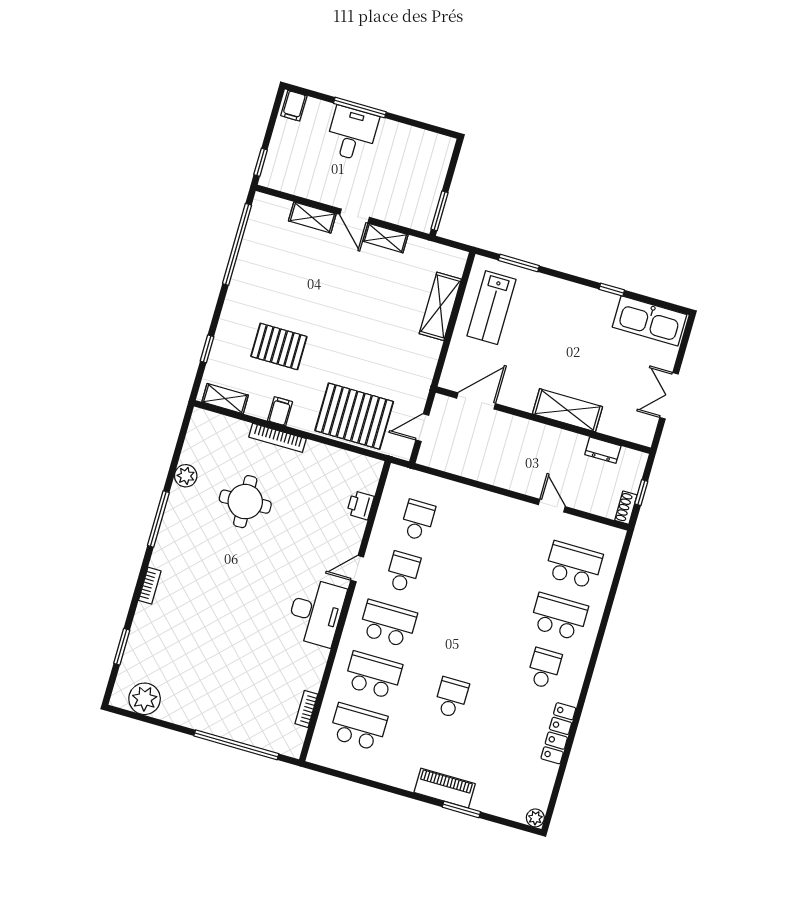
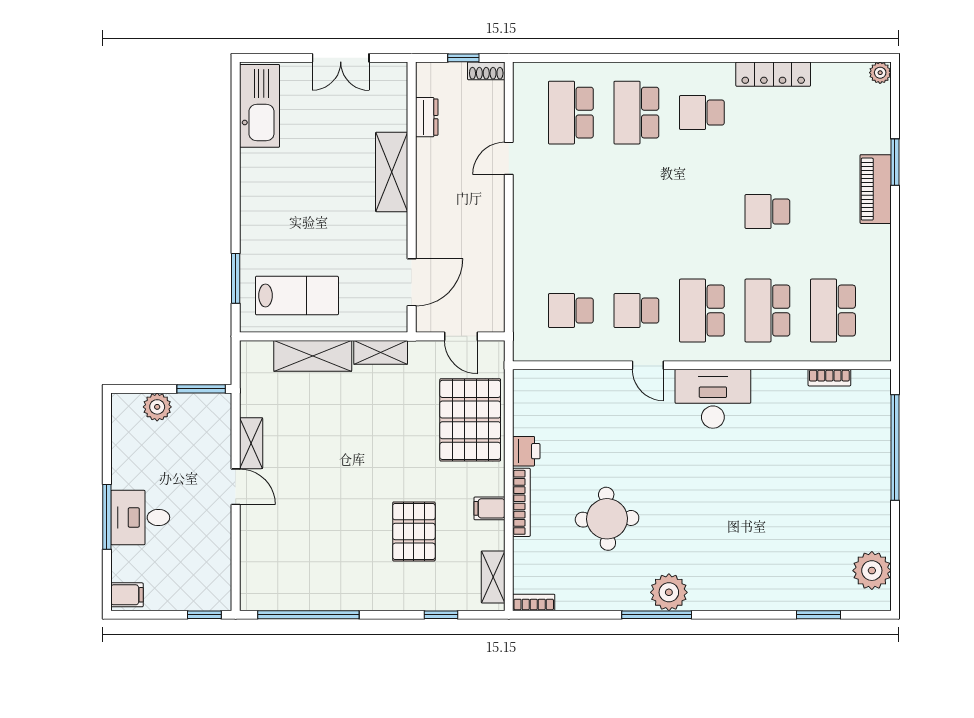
plant: (435, 172) -> (157, 407), added
door: (355, 216) -> (236, 487), hinge flipped
shelving: (312, 217) -> (381, 352), moved, turned 90
window: (612, 290) -> (236, 161), removed
door: (476, 401) -> (412, 282), swing flipped
plant: (186, 476) -> (669, 592), moved, width x1.36, depth x1.36
printer: (360, 505) -> (526, 451), moved, turned -90
bookcase: (150, 586) -> (534, 602), moved

